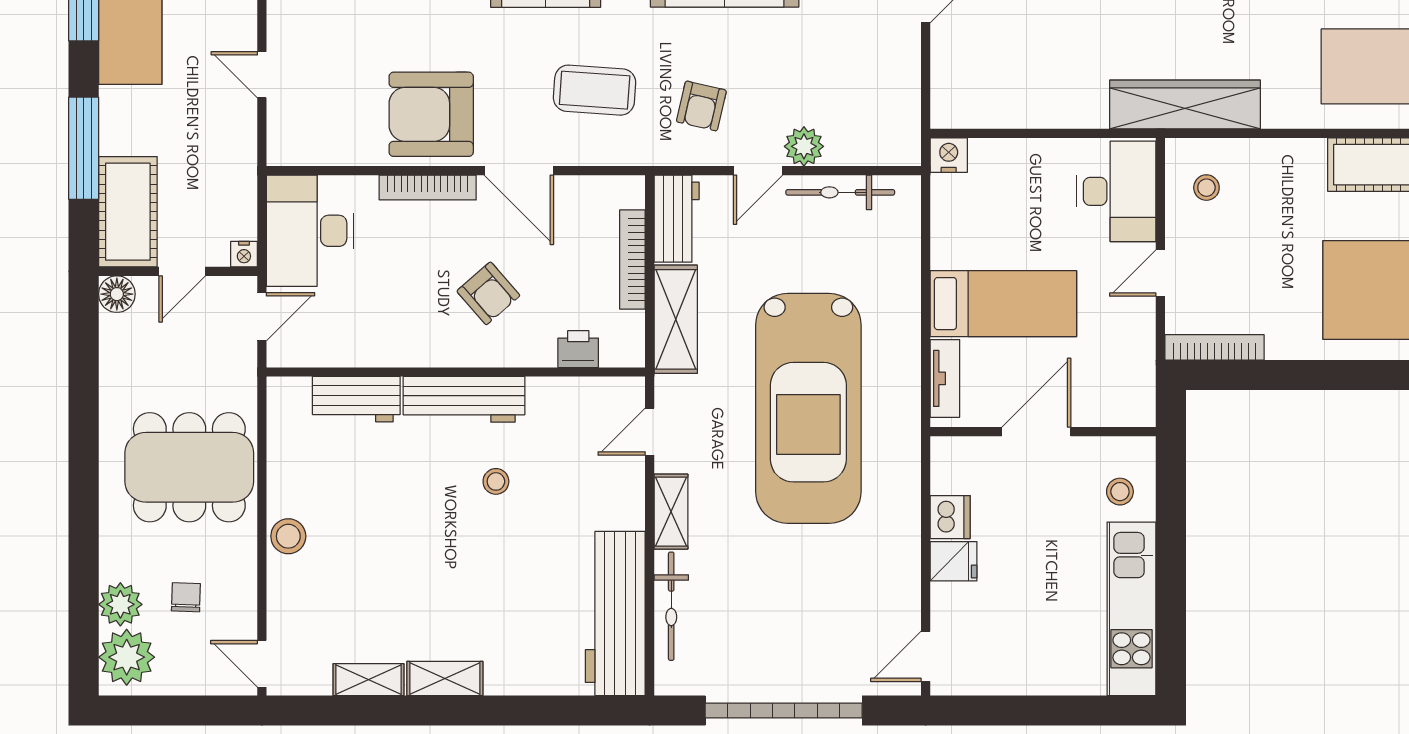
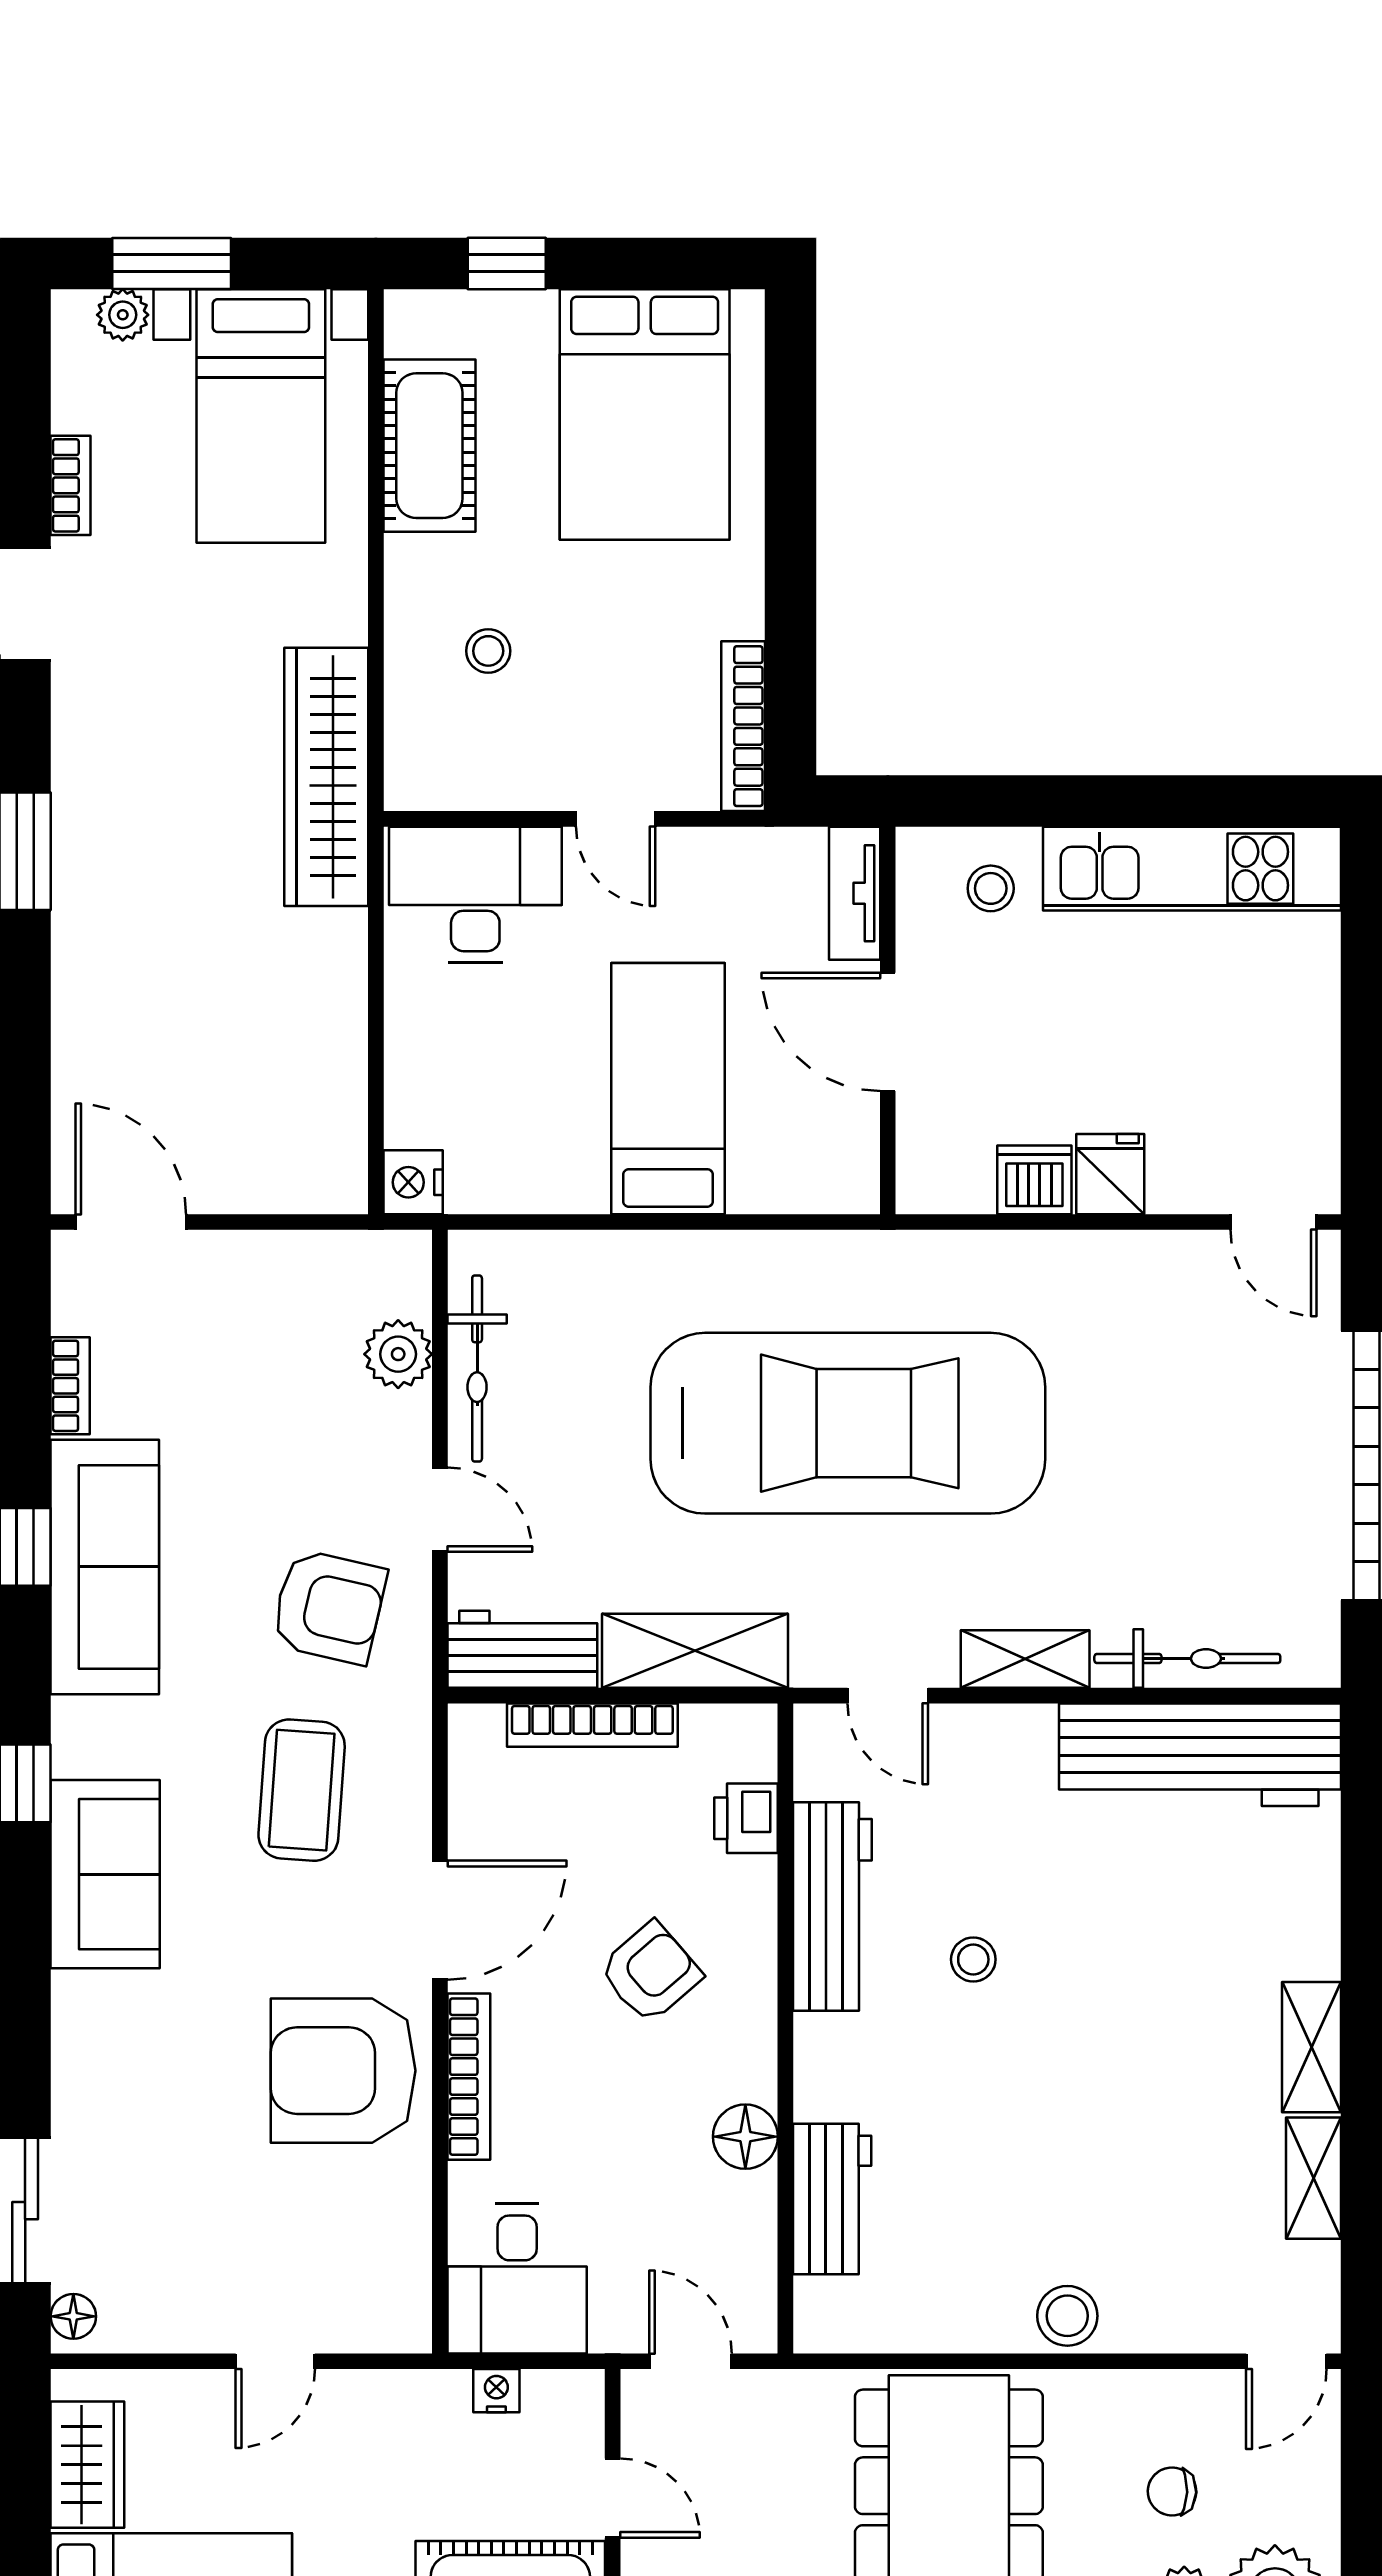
armchair: (701, 106) -> (329, 1607), width x1.38, depth x1.38
armchair: (431, 114) -> (343, 2071), turned 90
plant: (804, 146) -> (398, 1354), moved
stool: (1206, 188) -> (488, 651), moved
desk: (310, 231) -> (517, 2278), width x0.73
nightstand: (244, 254) -> (496, 2391), moved, turned -90
floor lamp: (393, 349) -> (745, 2137), added
tv unit: (945, 378) -> (855, 893), moved, turned -90
workbench: (464, 399) -> (832, 1907), moved

